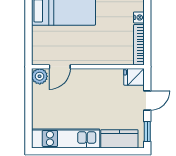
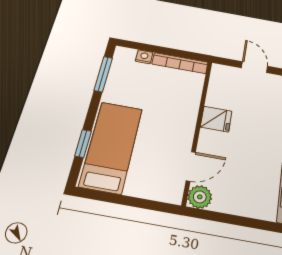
door: (60, 67) -> (191, 166), hinge flipped
fridge: (134, 77) -> (216, 119), moved, turned -90

